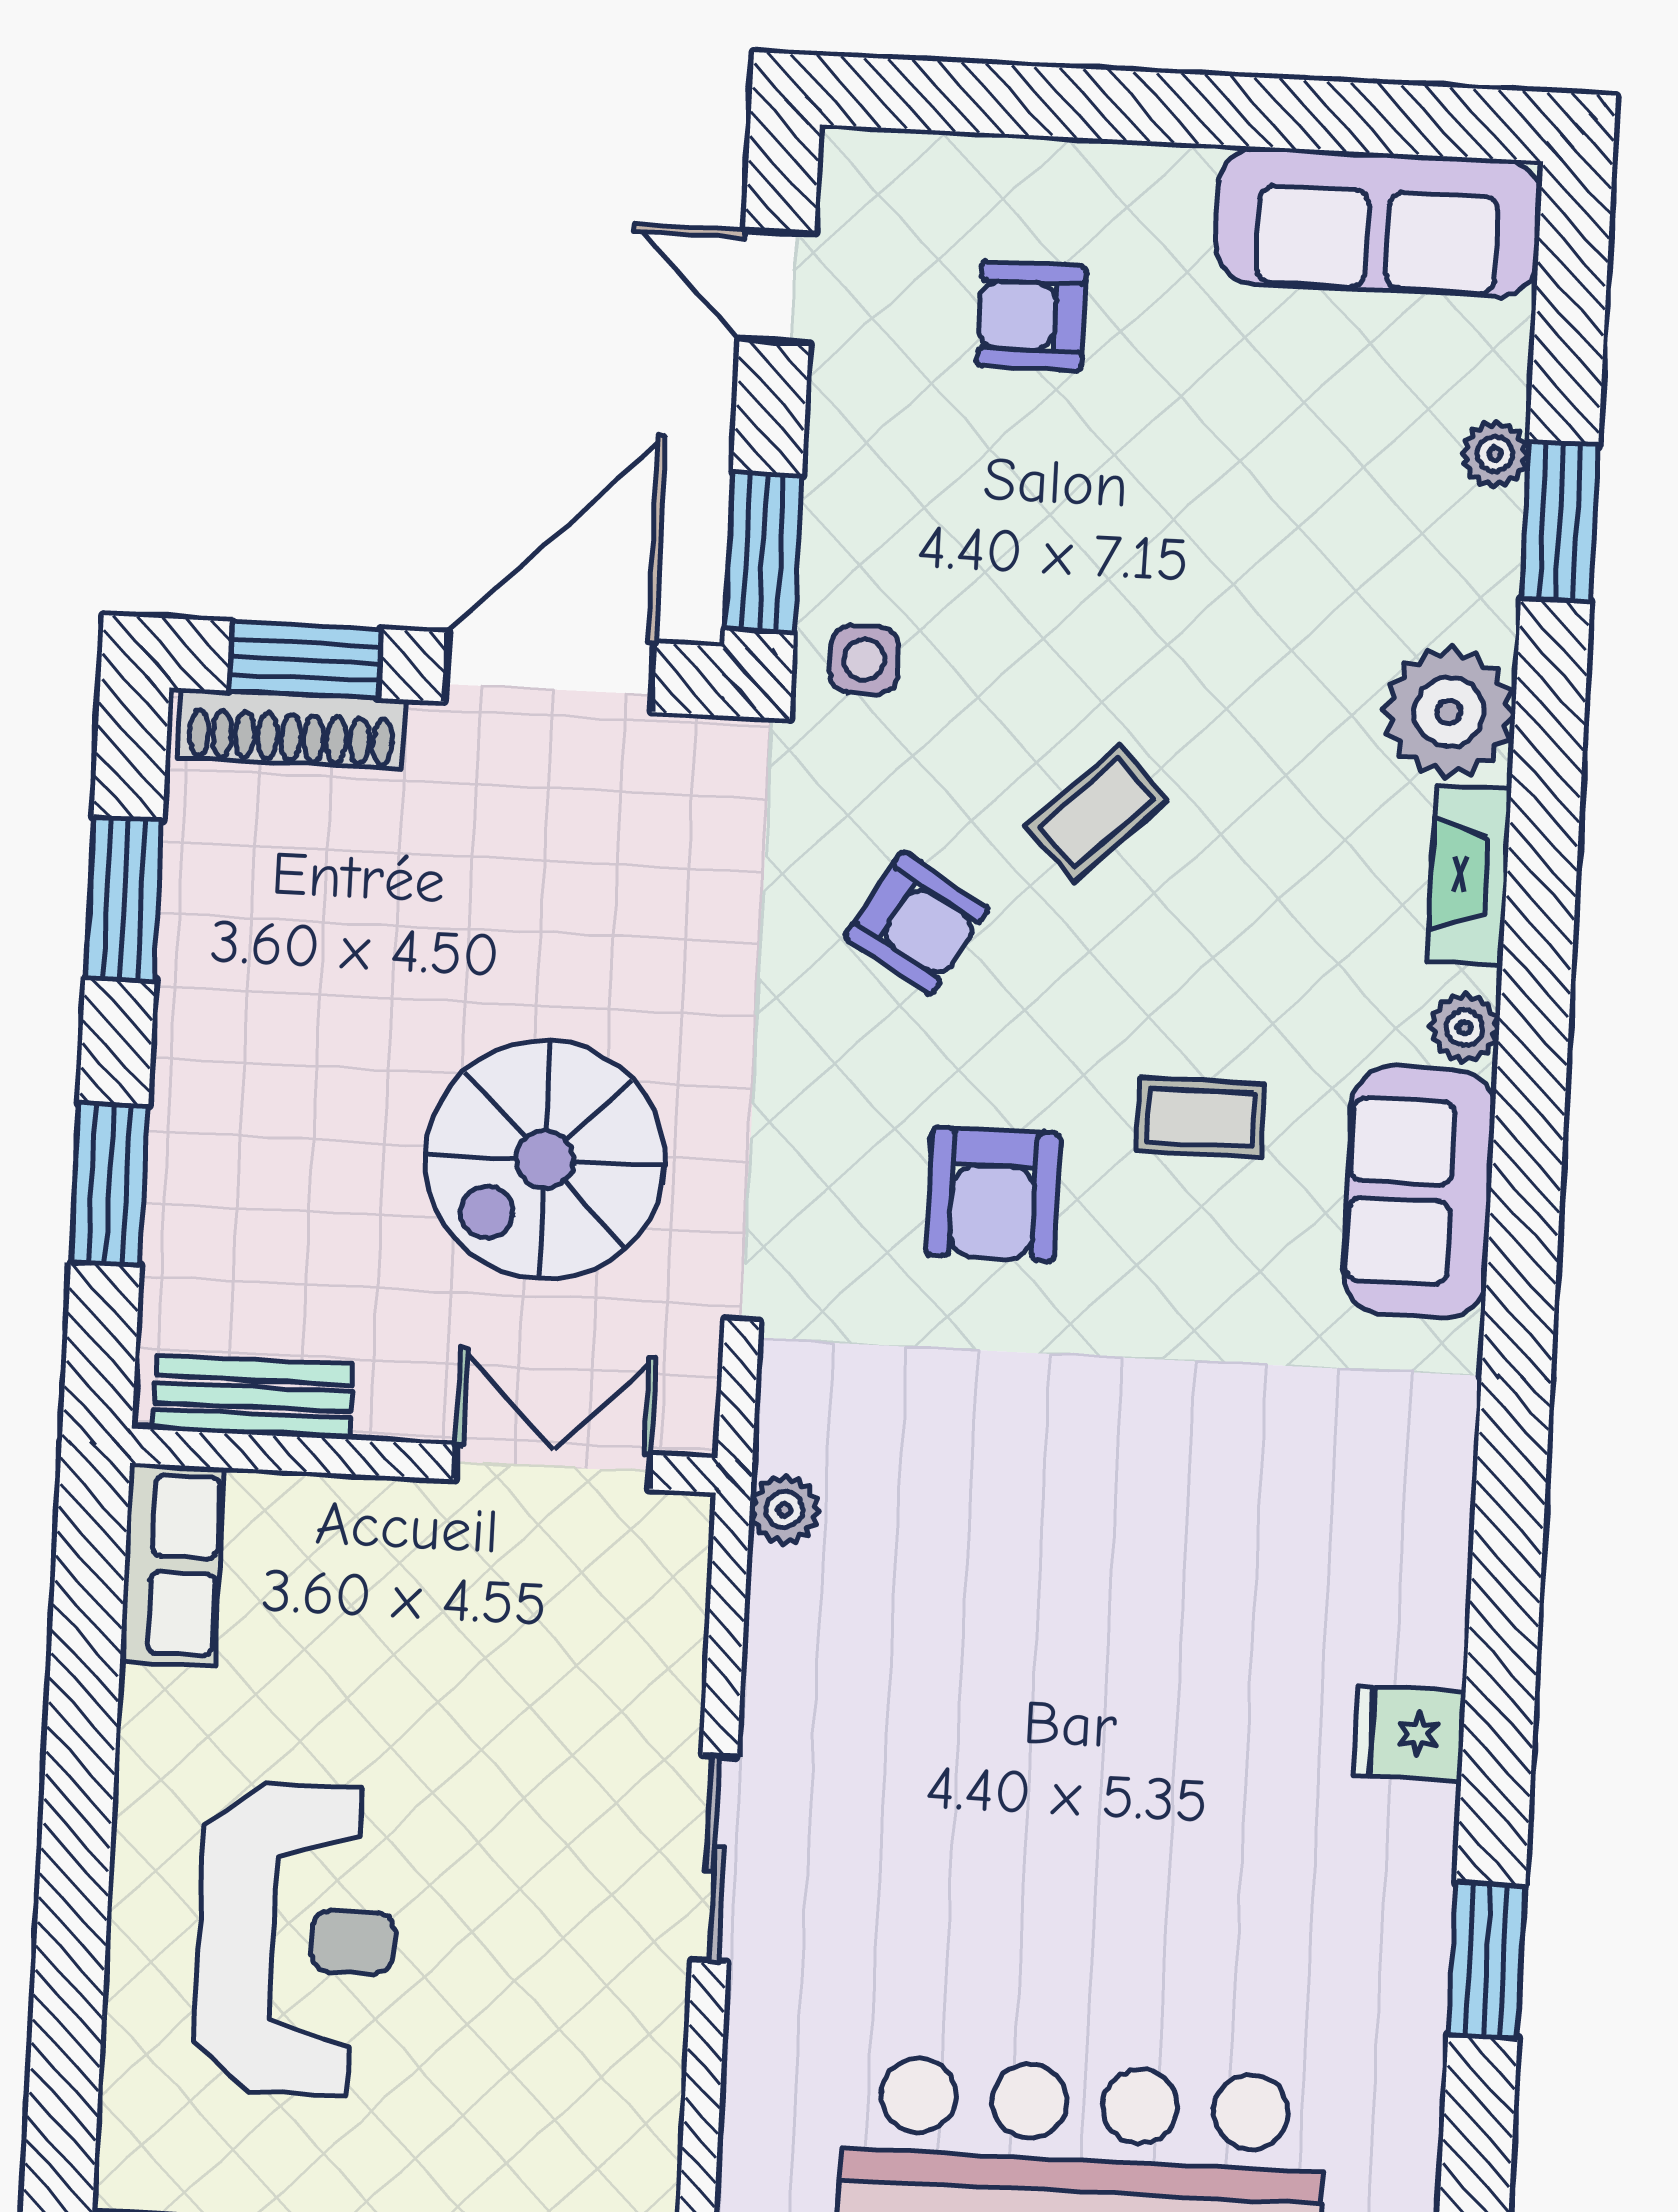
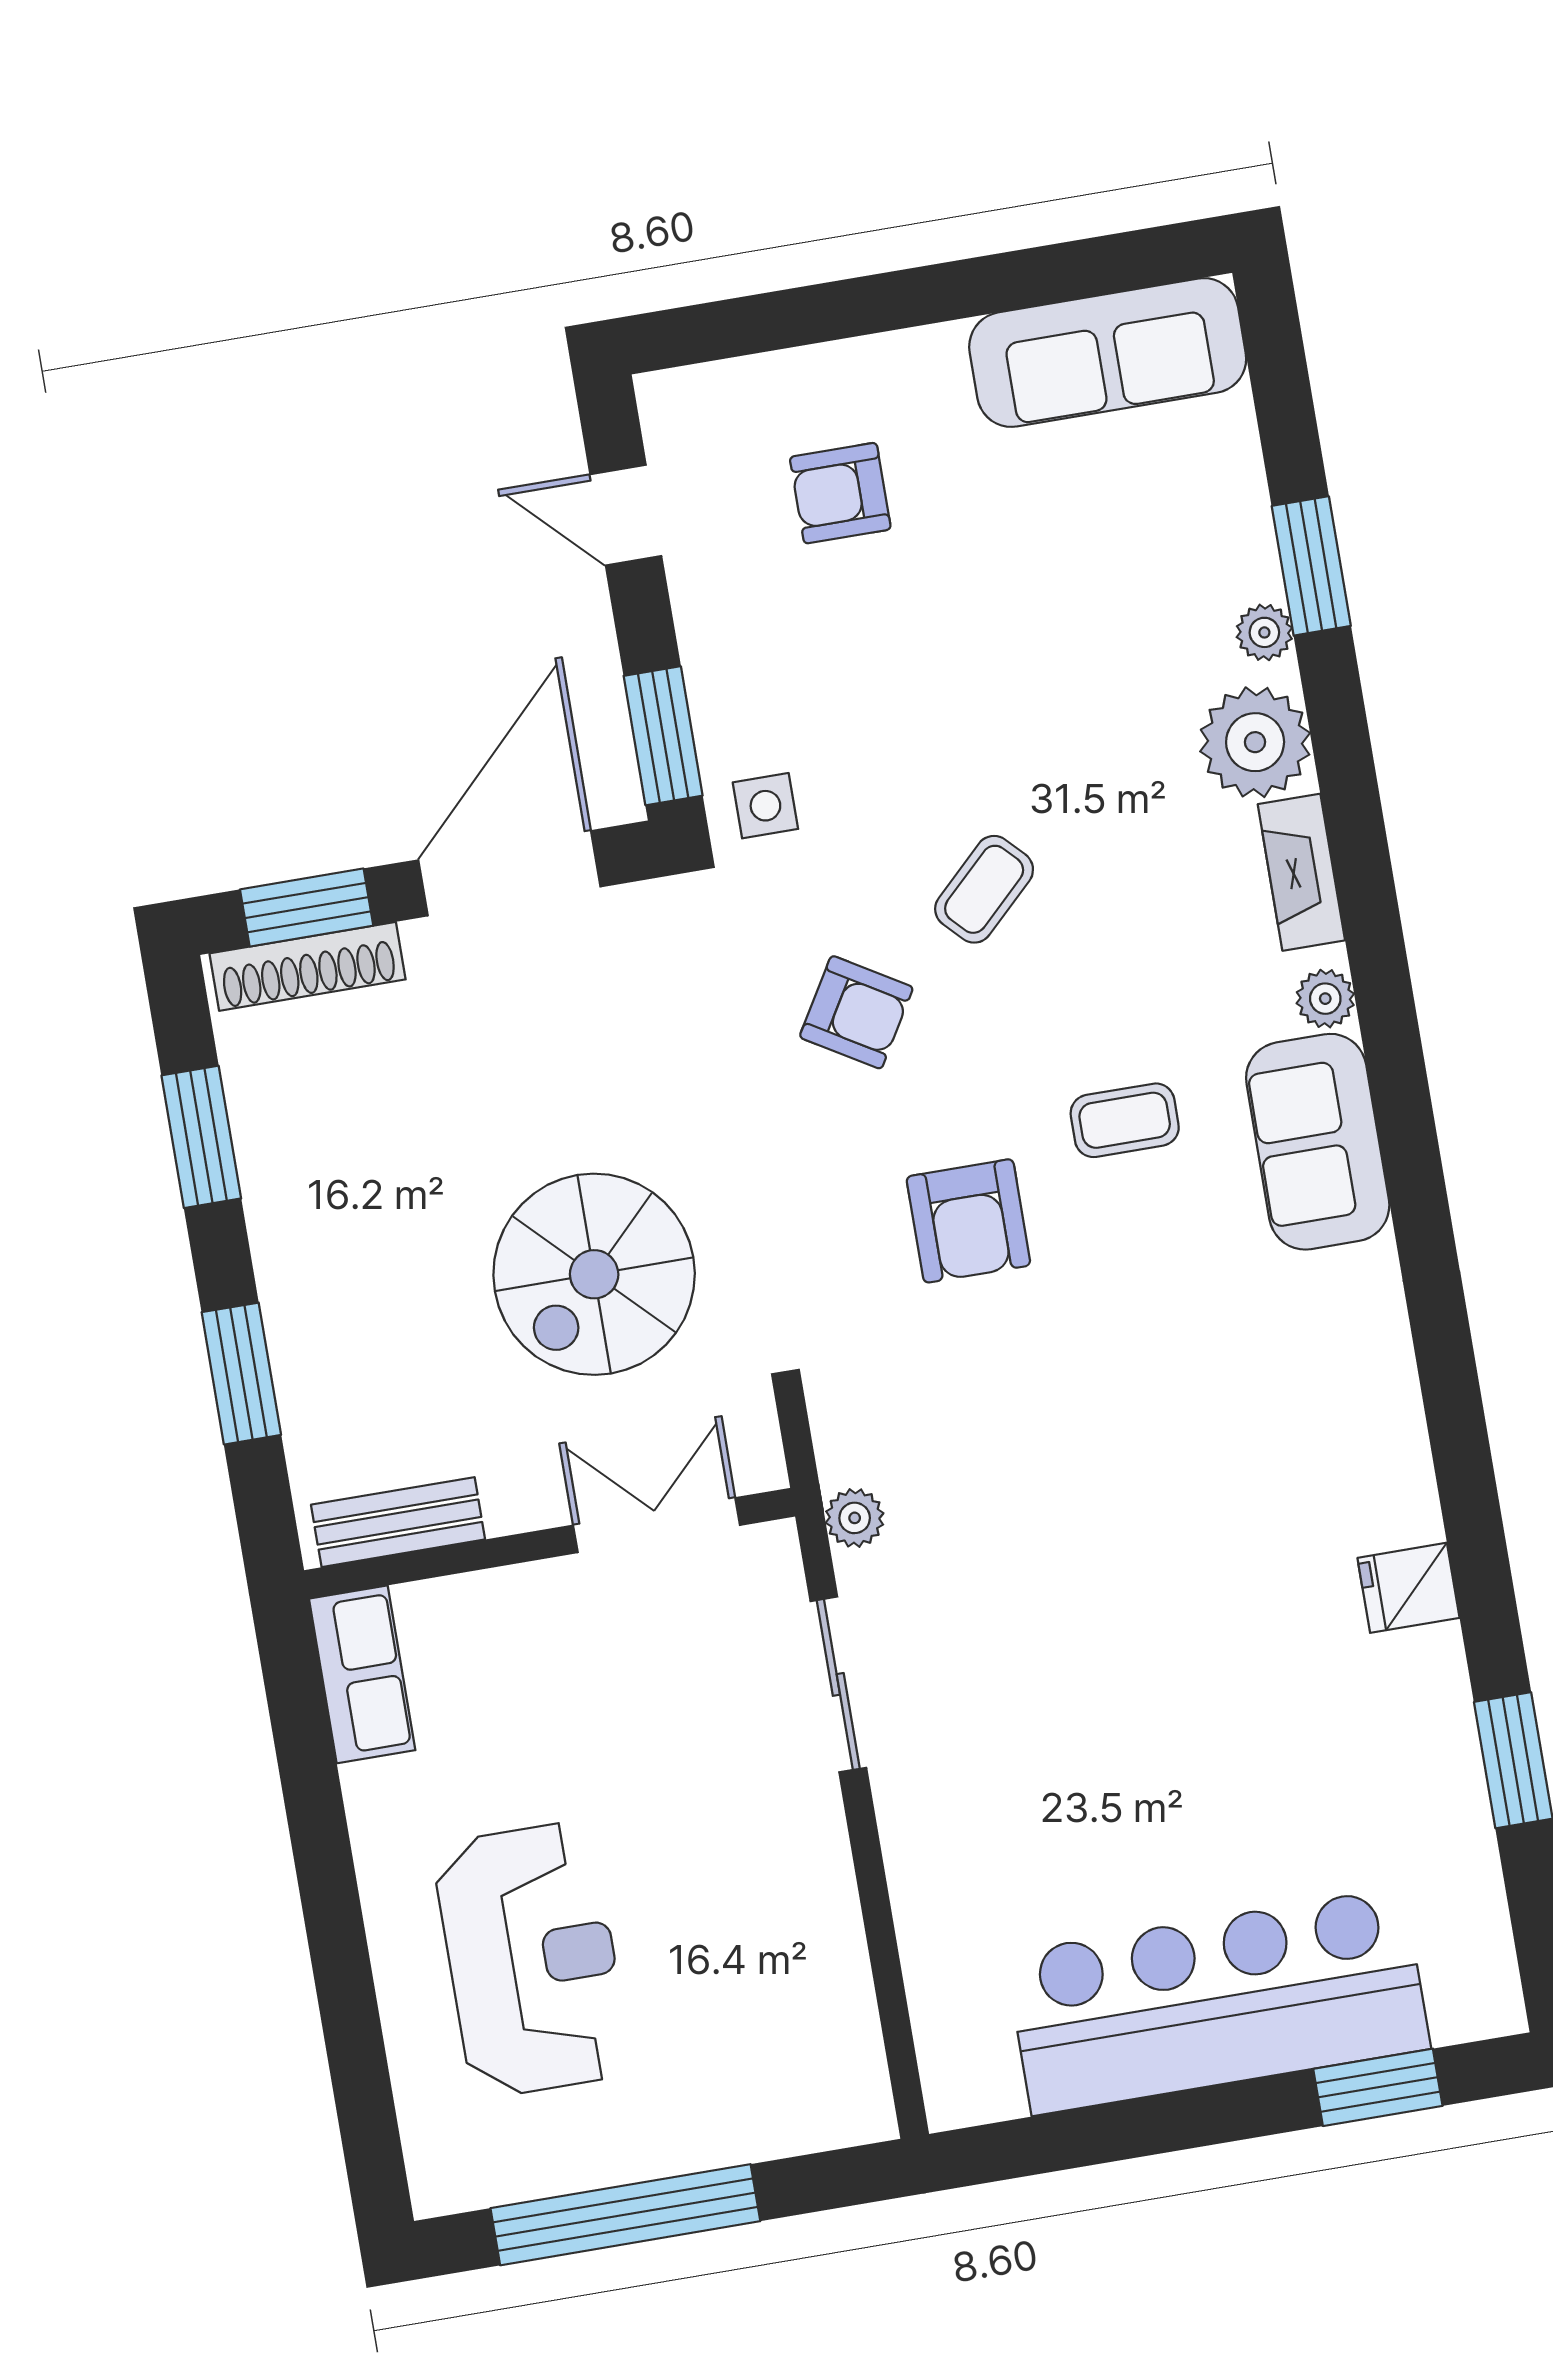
plant: (1495, 454) -> (1264, 632), moved
sliding door: (715, 1859) -> (838, 1684), moved

